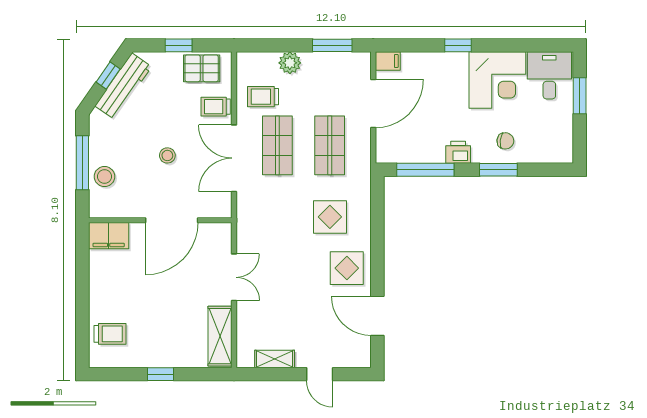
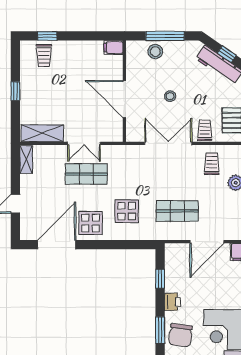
door: (373, 104) -> (207, 242), hinge flipped
chair: (505, 141) -> (180, 335), width x1.87, depth x1.87
shop shelf: (277, 145) -> (86, 174), moved
window: (425, 170) -> (160, 279), width x0.46
filing cabinet: (109, 236) -> (113, 47), width x0.50
door: (377, 316) -> (57, 245), width x1.36
window: (82, 329) -> (47, 36), added
shelving: (275, 359) -> (26, 159), moved

